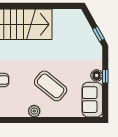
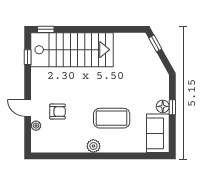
window: (98, 34) -> (155, 43), moved
coffee table: (51, 86) -> (112, 118), turned -39

